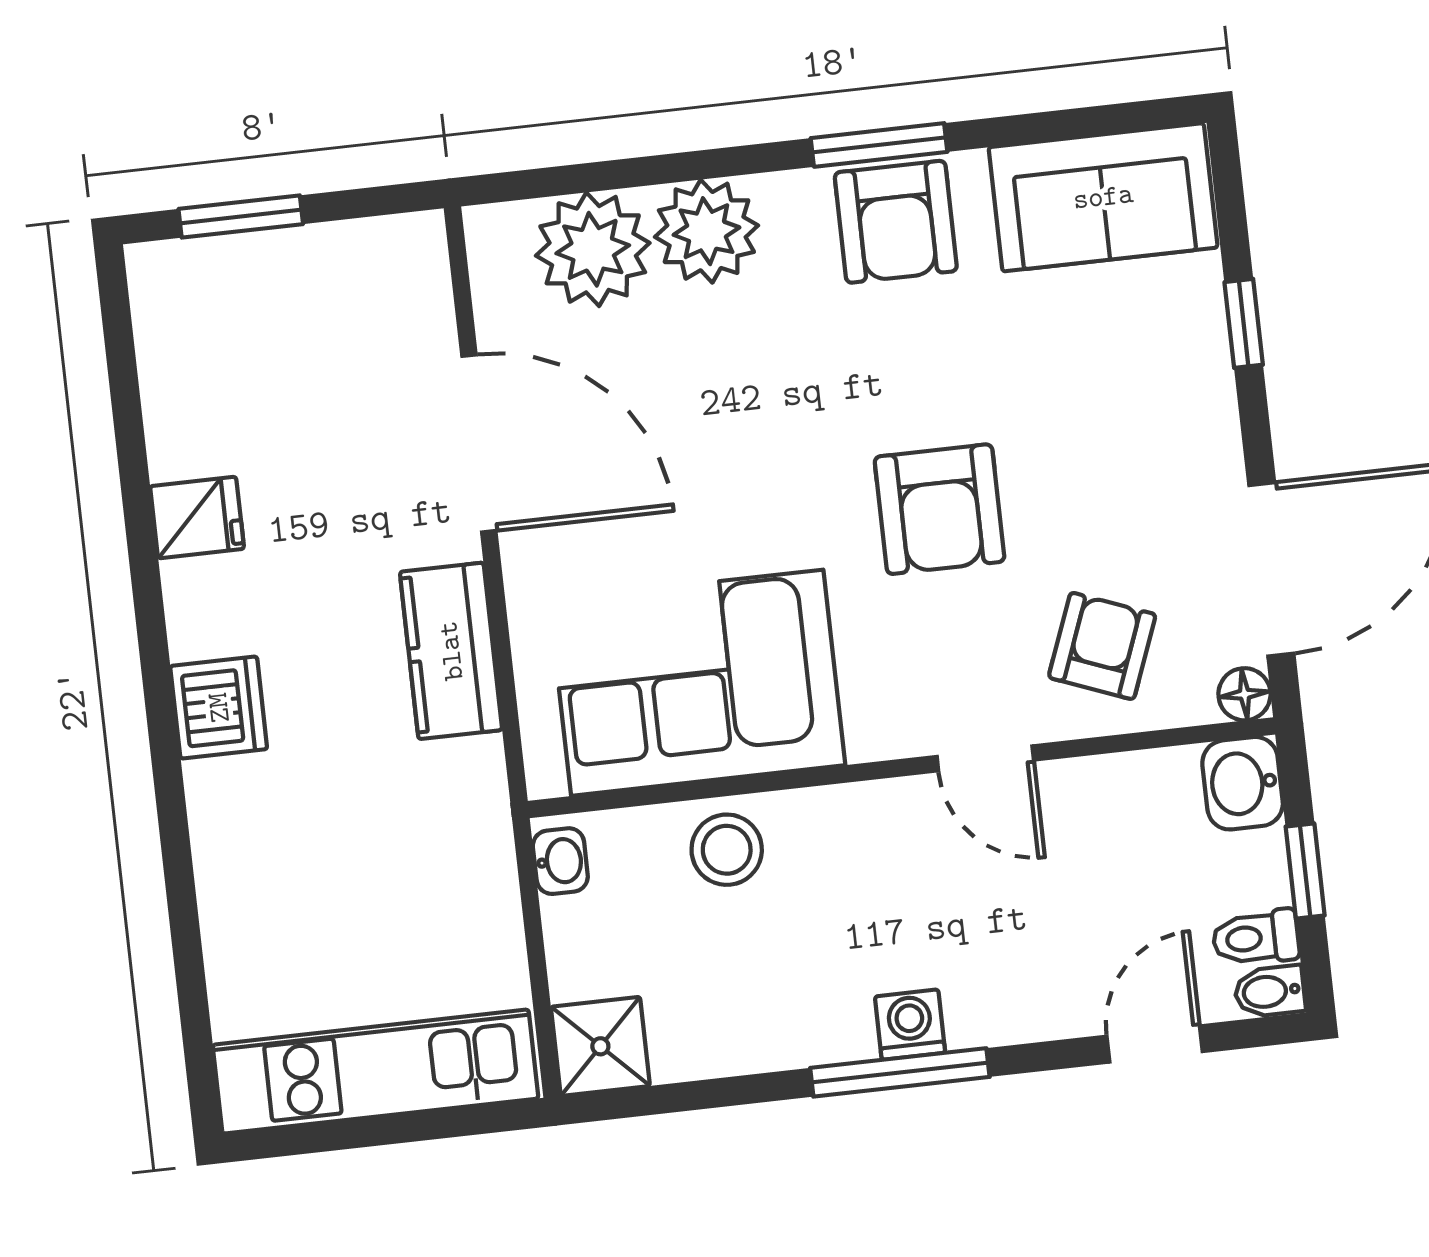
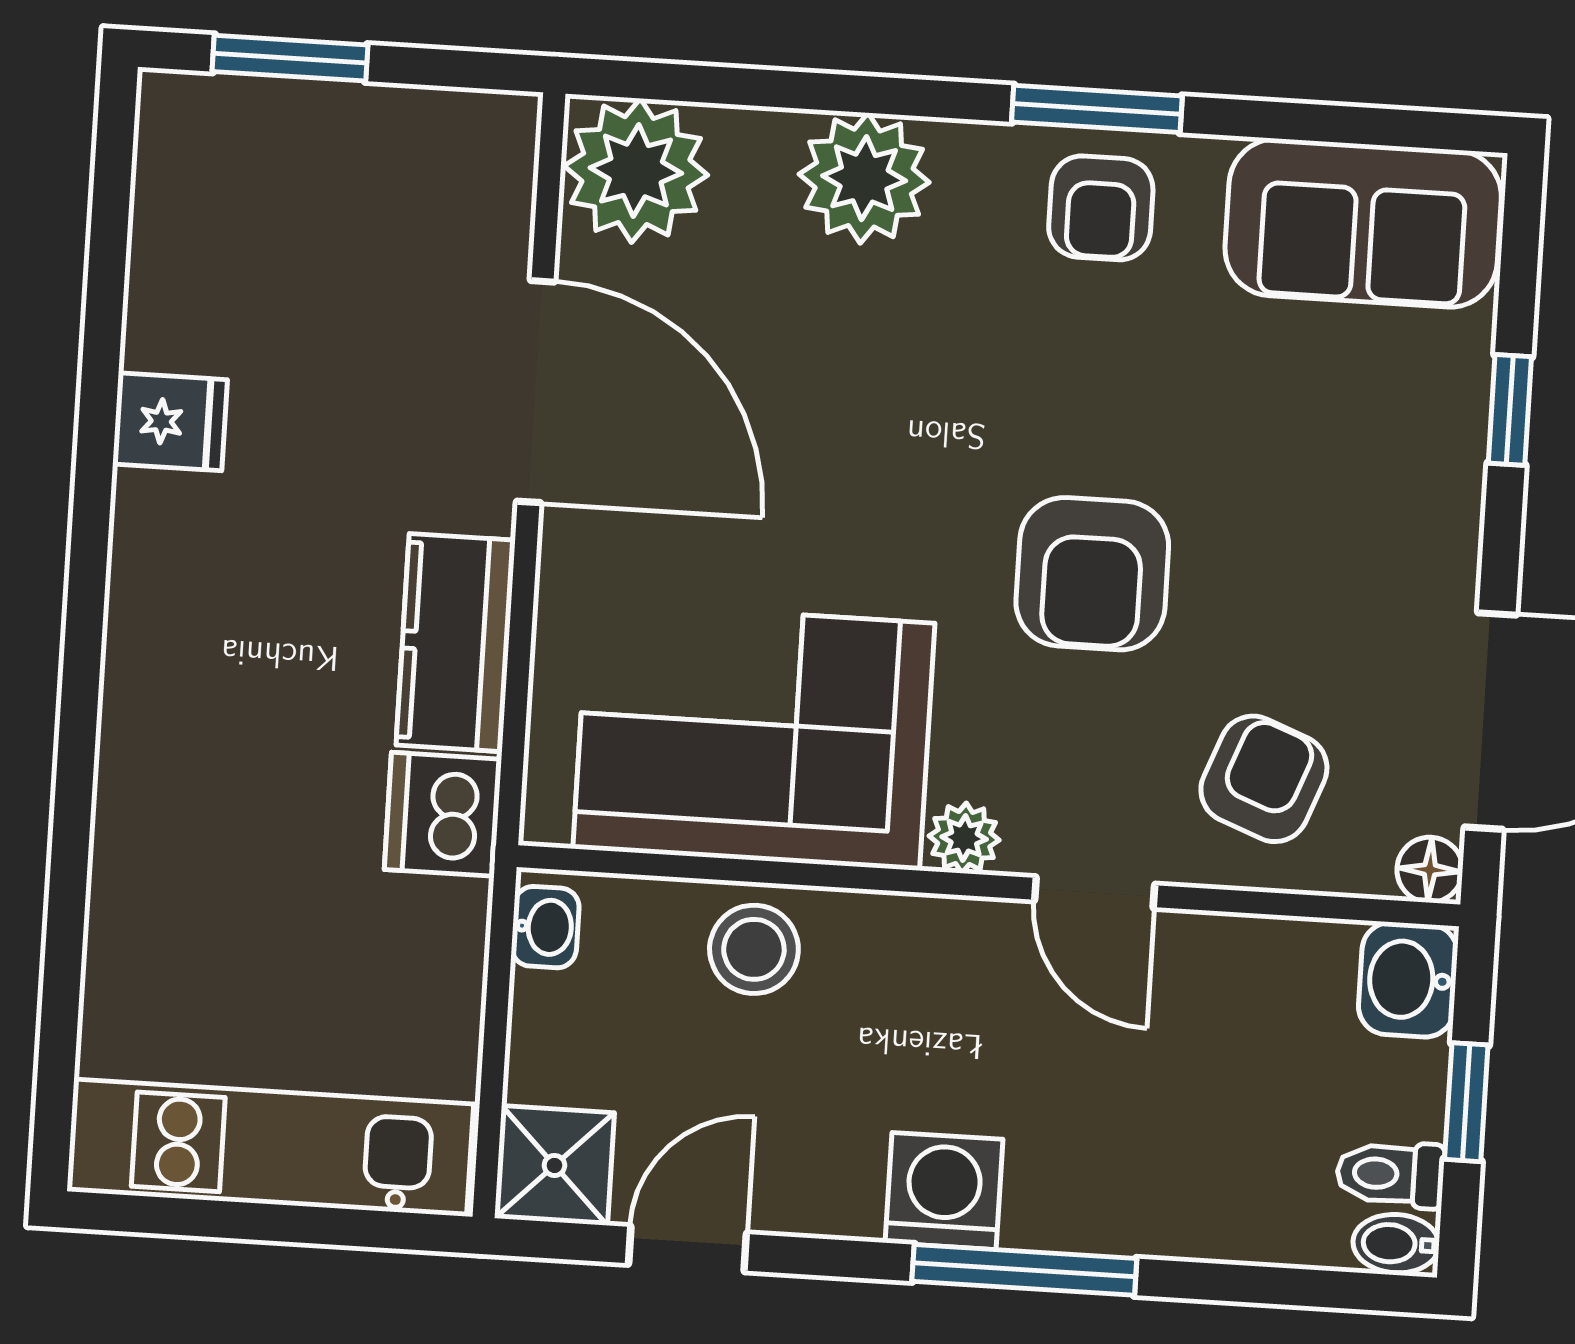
armchair: (896, 222) -> (1101, 208), width x0.72, depth x0.72
plant: (593, 249) -> (636, 171), moved
dishwasher: (219, 708) -> (443, 814), moved, turned 180
plant: (876, 734) -> (964, 838), added
washing machine: (910, 1025) -> (944, 1191), width x1.38, depth x1.38
door: (1155, 1044) -> (687, 1249), moved
window: (900, 1072) -> (1024, 1270), moved

